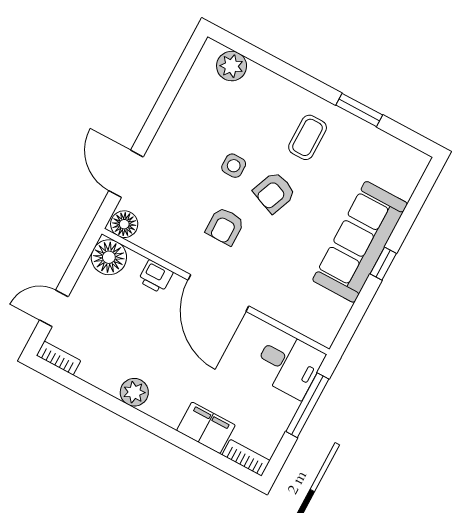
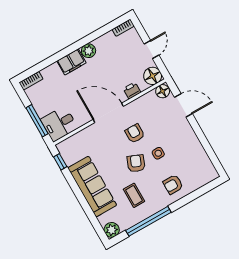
plant: (232, 66) -> (112, 230), moved
armchair: (271, 108) -> (173, 184), added
window: (359, 110) -> (148, 221), width x2.11
coffee table: (308, 137) -> (134, 195), moved
window: (383, 264) -> (60, 162), moved
door: (54, 308) -> (152, 50), moved
filing cabinet: (206, 428) -> (71, 62), moved

